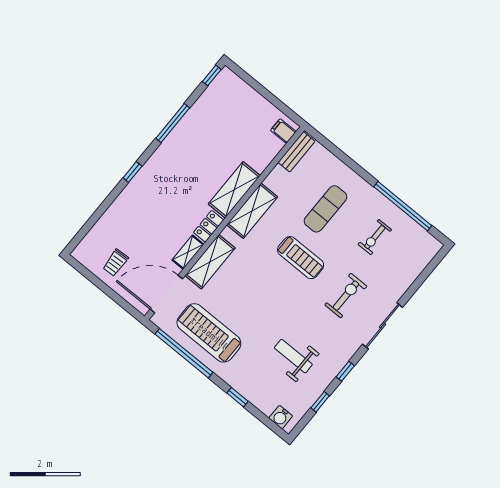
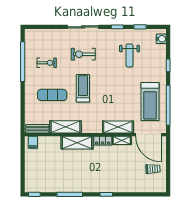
shelving: (252, 211) -> (65, 127), moved

